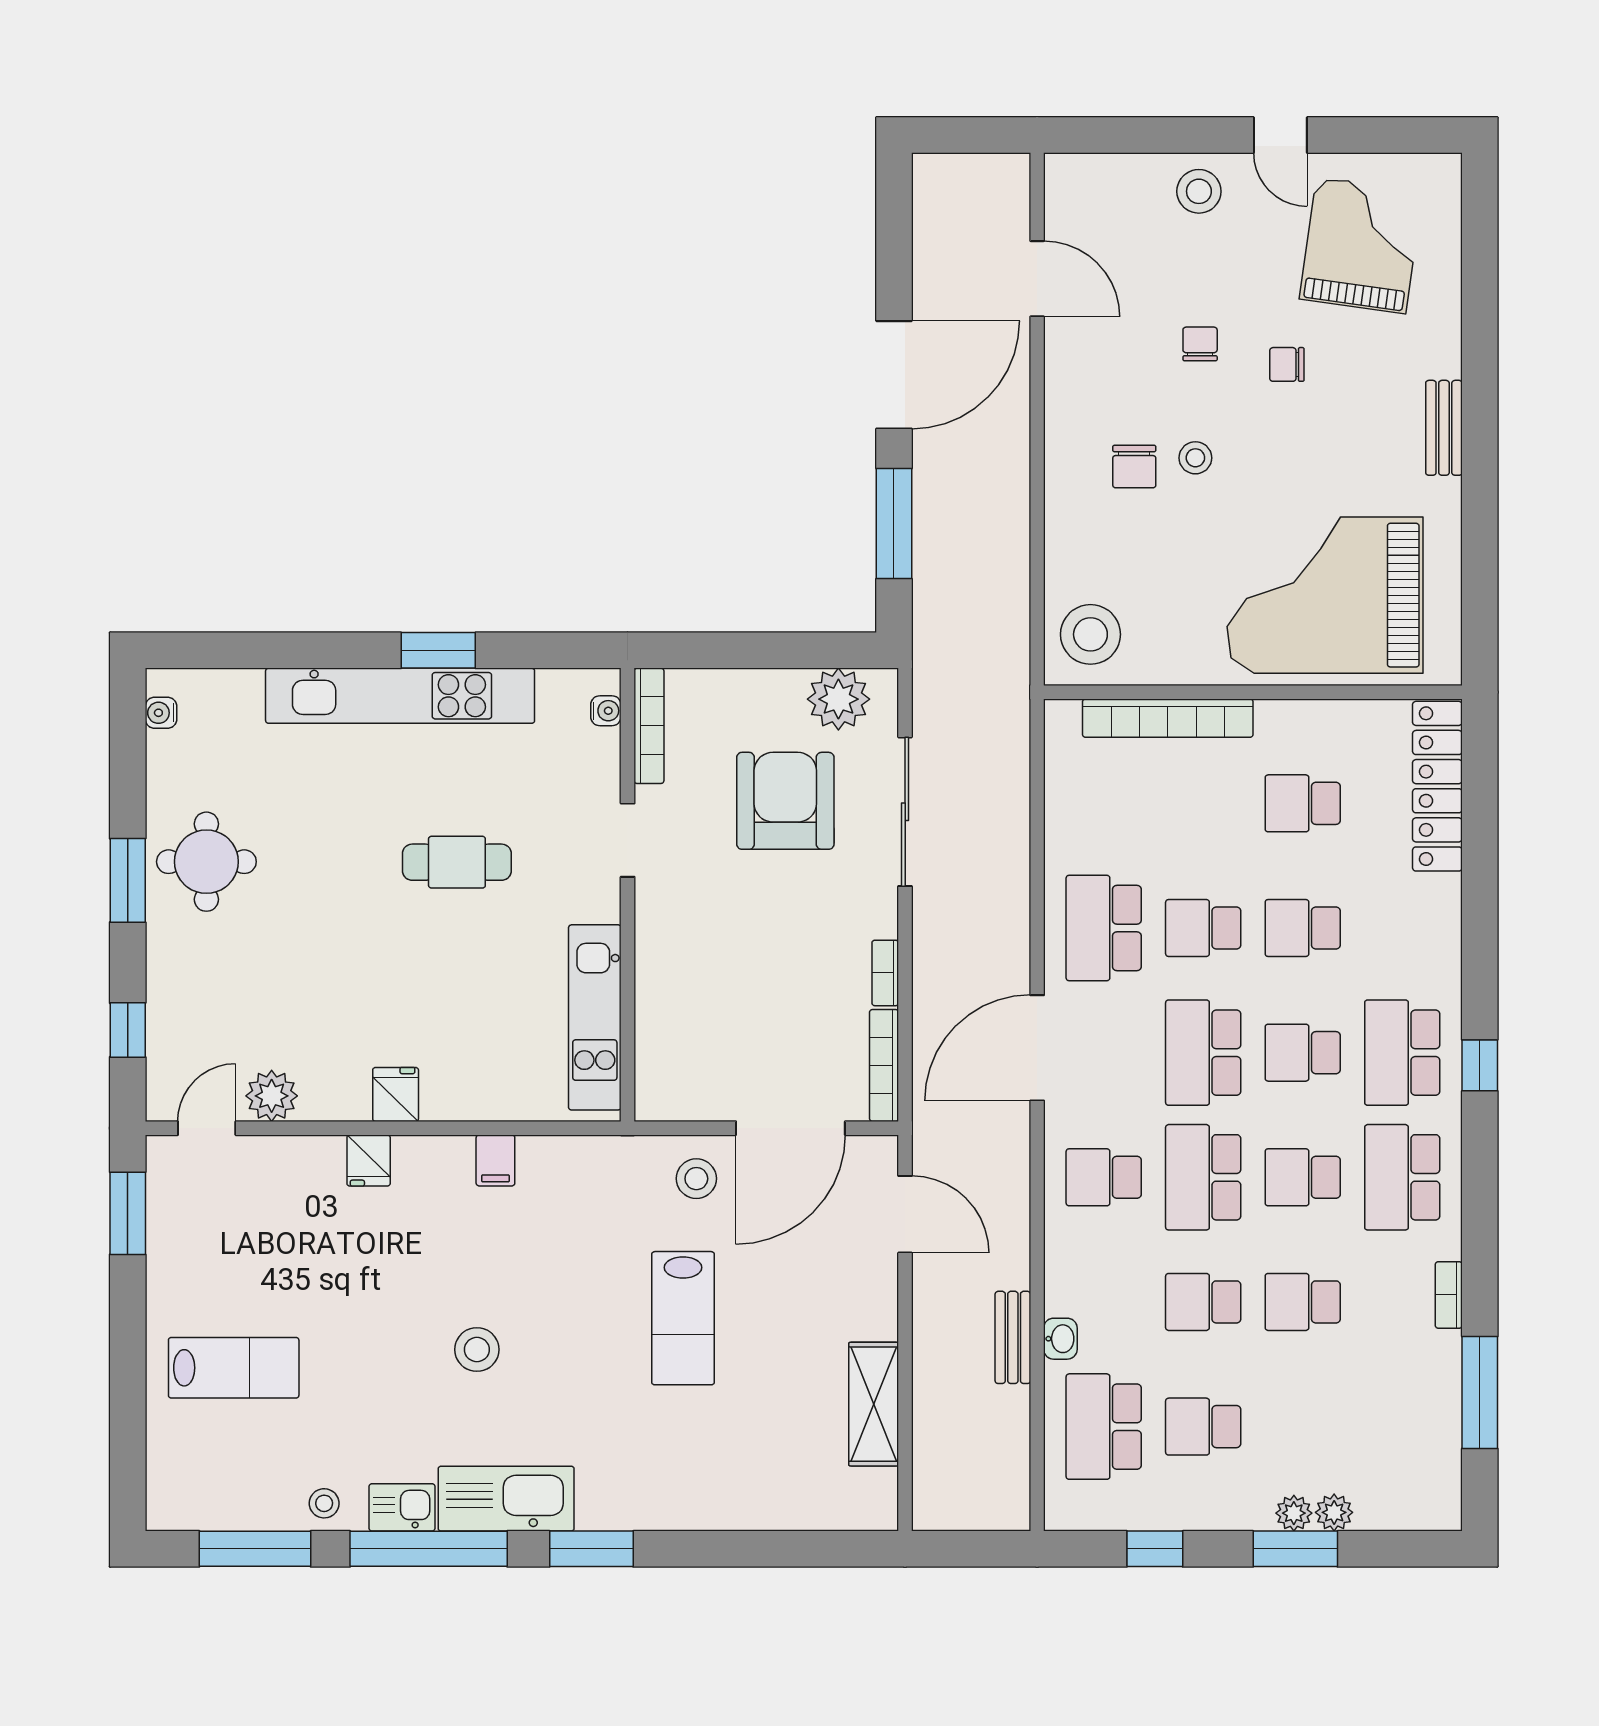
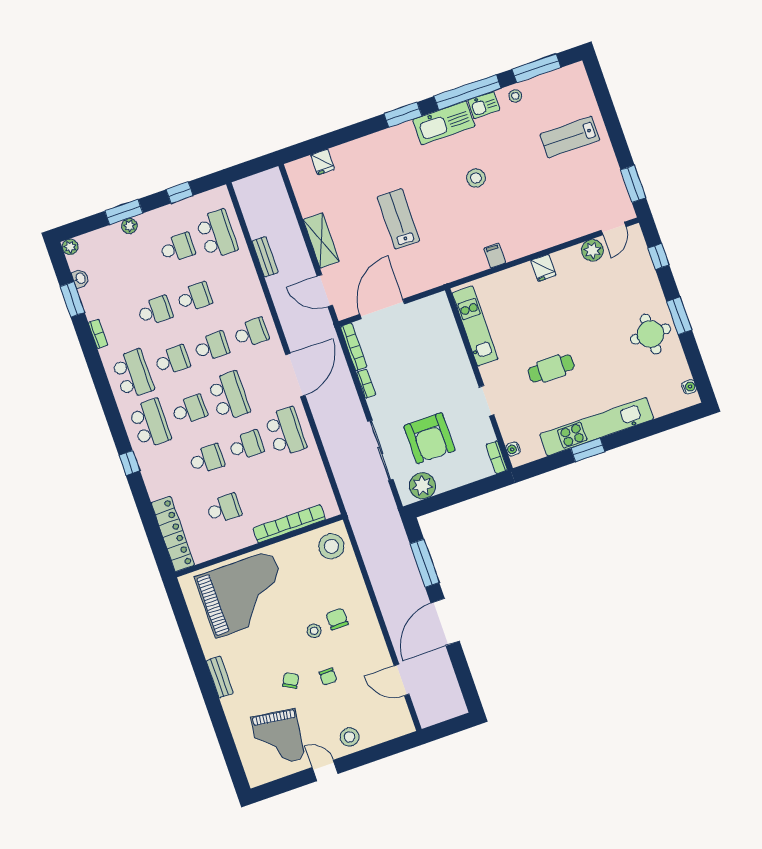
chair: (1287, 364) -> (291, 680), turned -61
bookcase: (649, 726) -> (497, 457), width x0.64
window: (1480, 1065) -> (129, 463), moved
fridge: (369, 1160) -> (323, 162), moved, turned 180
school desk: (1203, 1177) -> (212, 347), width x0.54
stool: (696, 1179) -> (412, 276), removed
washbasin: (1060, 1339) -> (80, 278), moved, turned 180
window: (1480, 1393) -> (72, 299), width x0.69
shelving: (874, 1404) -> (321, 240), moved
plant: (1334, 1512) -> (70, 247), moved

